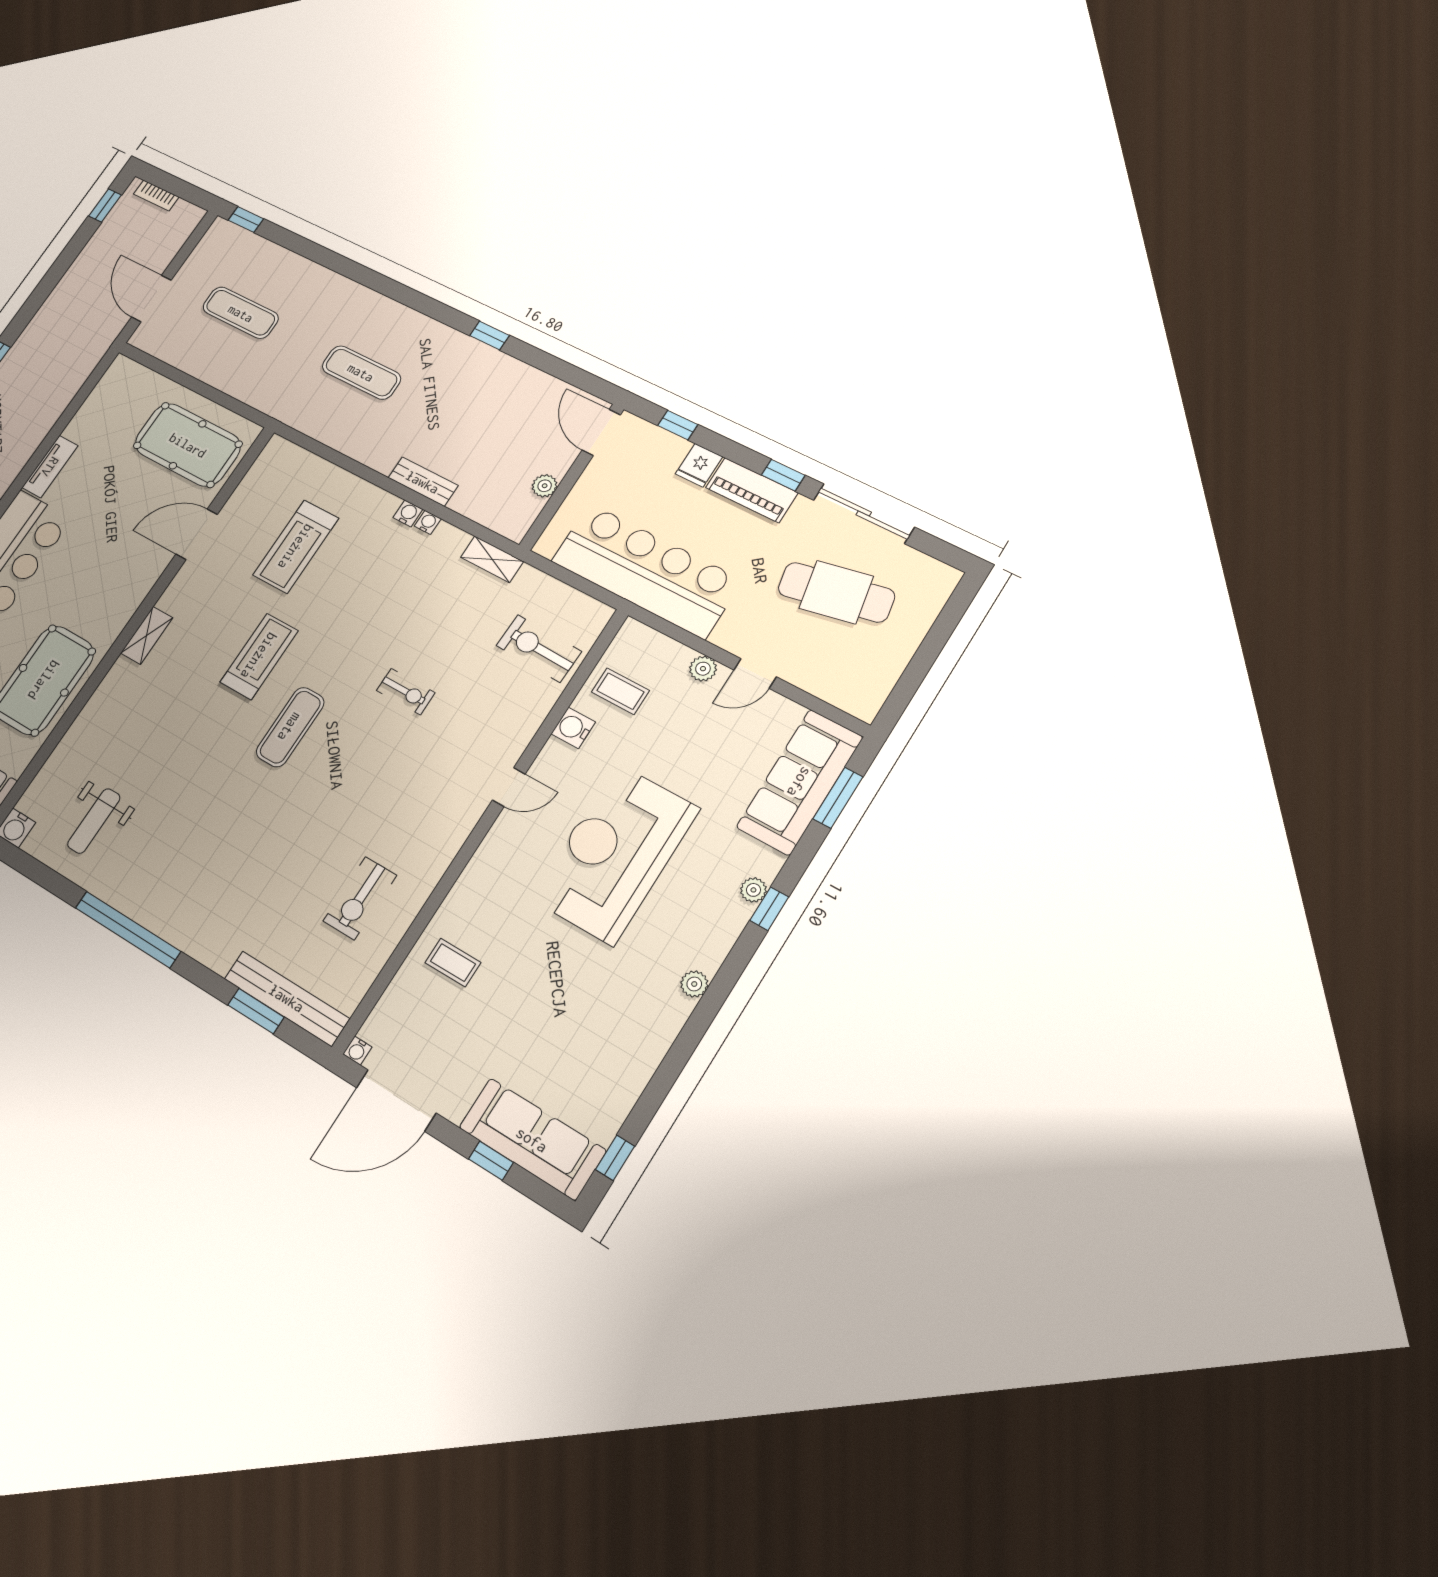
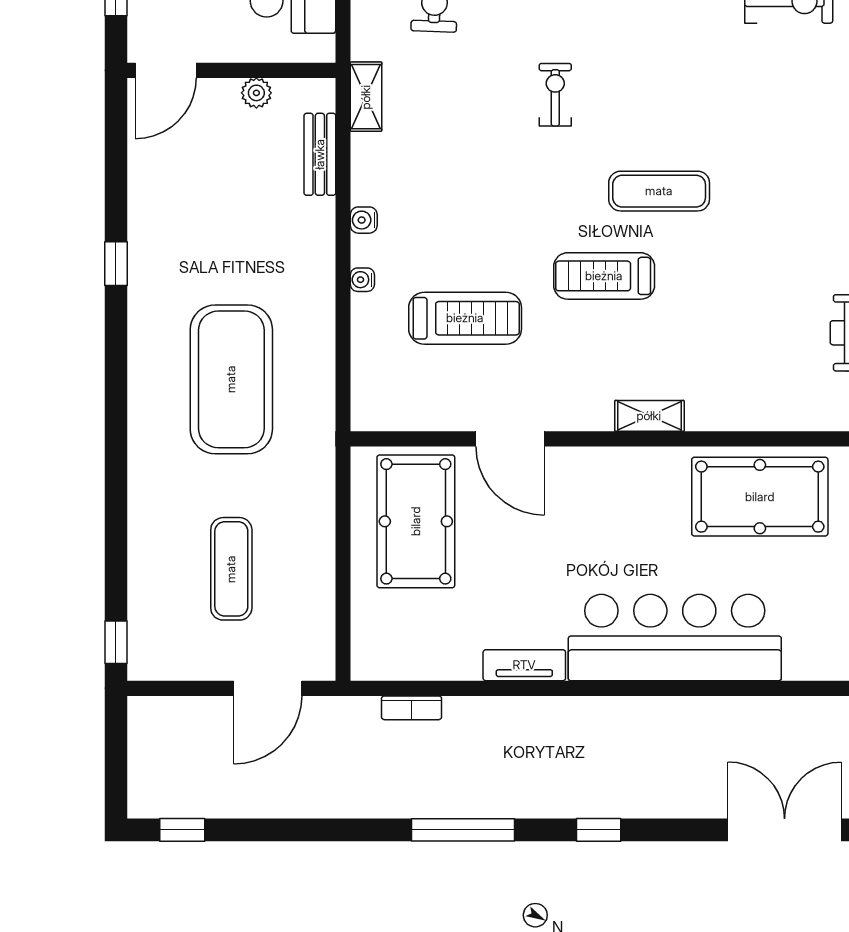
bookcase: (156, 195) -> (412, 708), moved, turned 90
exercise mat: (361, 372) -> (231, 379), width x2.00, depth x1.45
bench: (423, 482) -> (320, 154), moved
water cooler: (428, 522) -> (362, 280), moved

